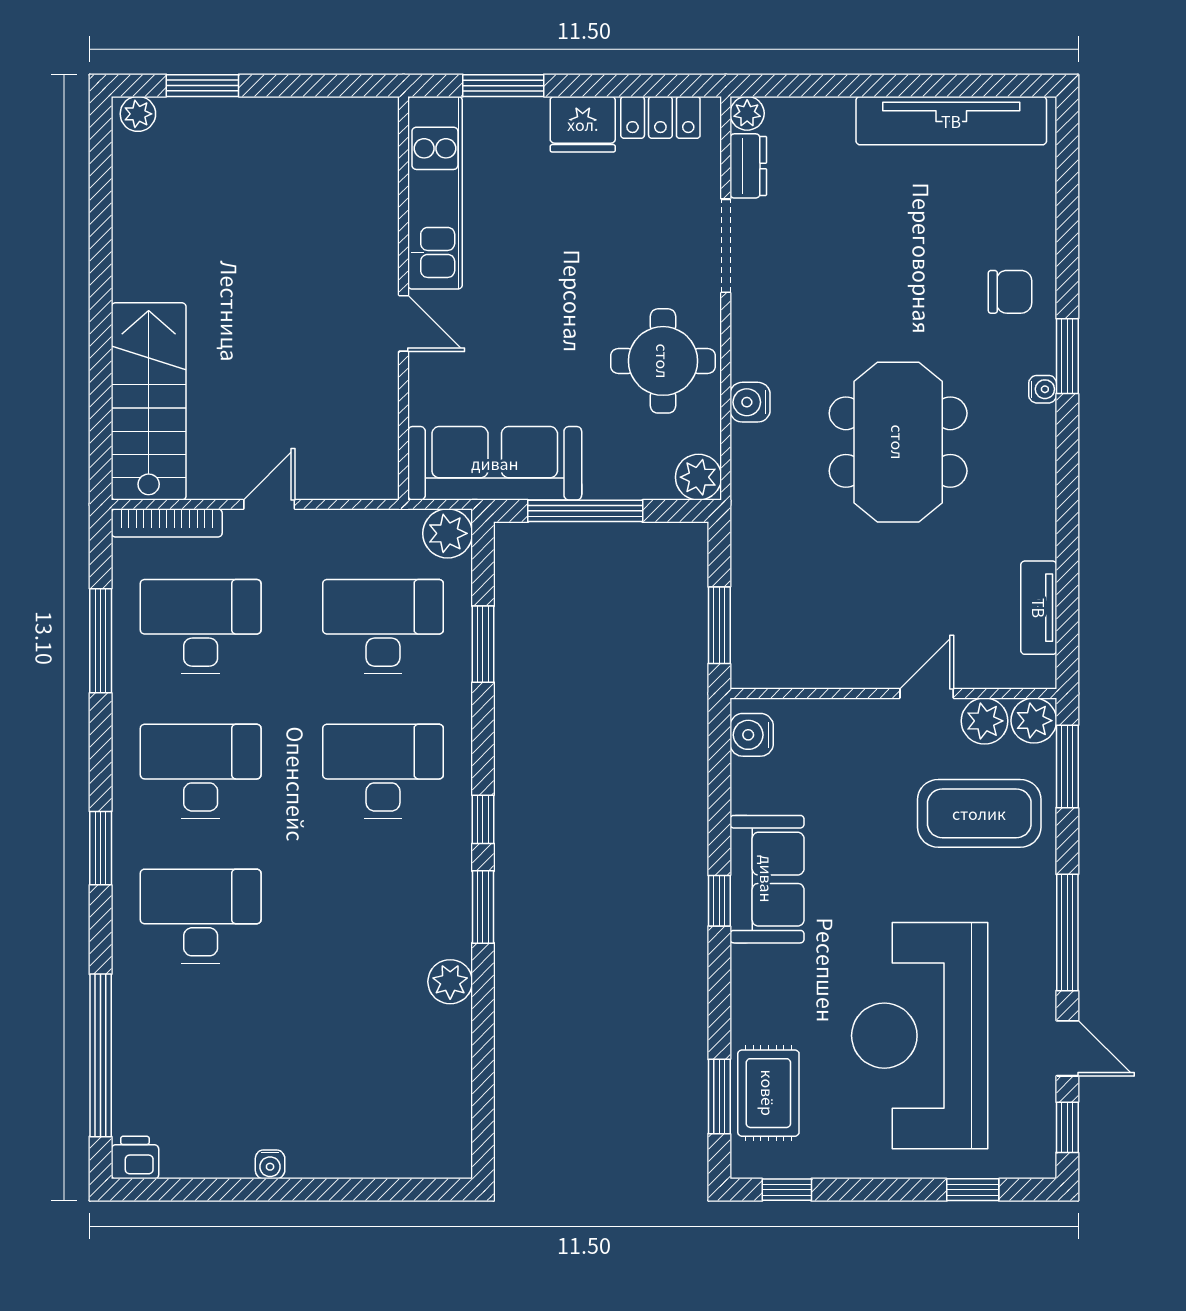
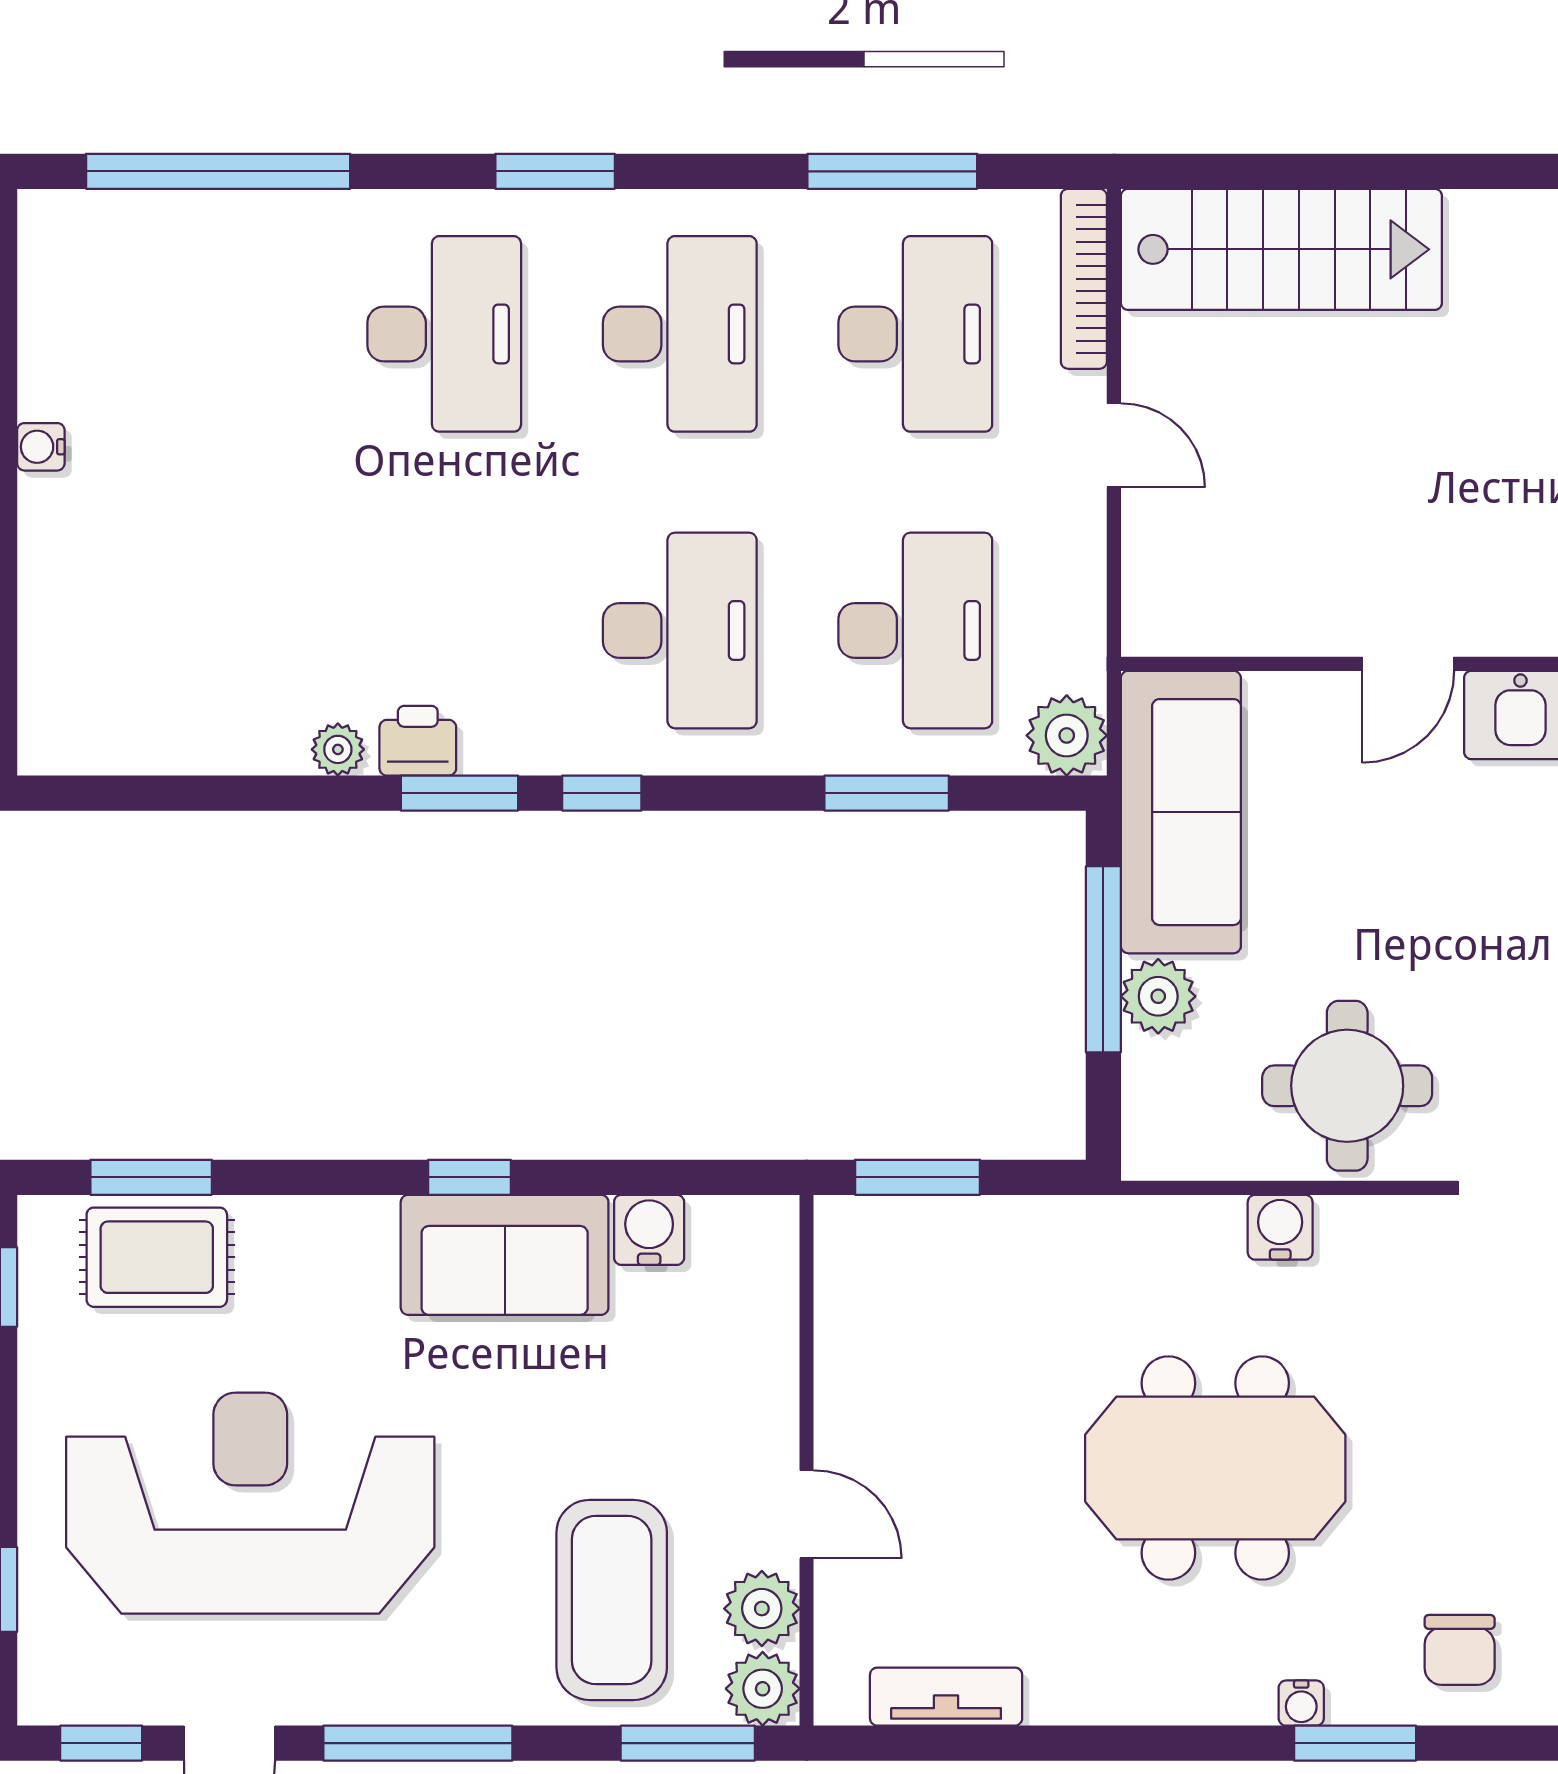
plant: (698, 477) -> (1158, 996), moved
water cooler: (752, 735) -> (649, 1230), moved
plant: (450, 982) -> (338, 749), width x0.73, depth x0.73
printer: (135, 1158) -> (418, 741), moved, turned -90

